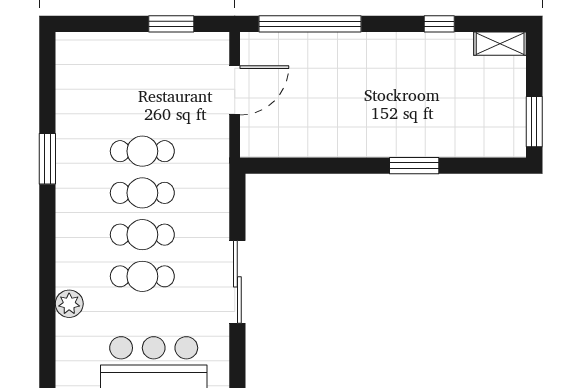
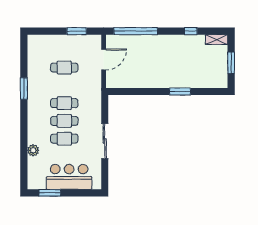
window: (534, 122) -> (231, 63), moved
cafe table: (142, 151) -> (64, 68), moved

